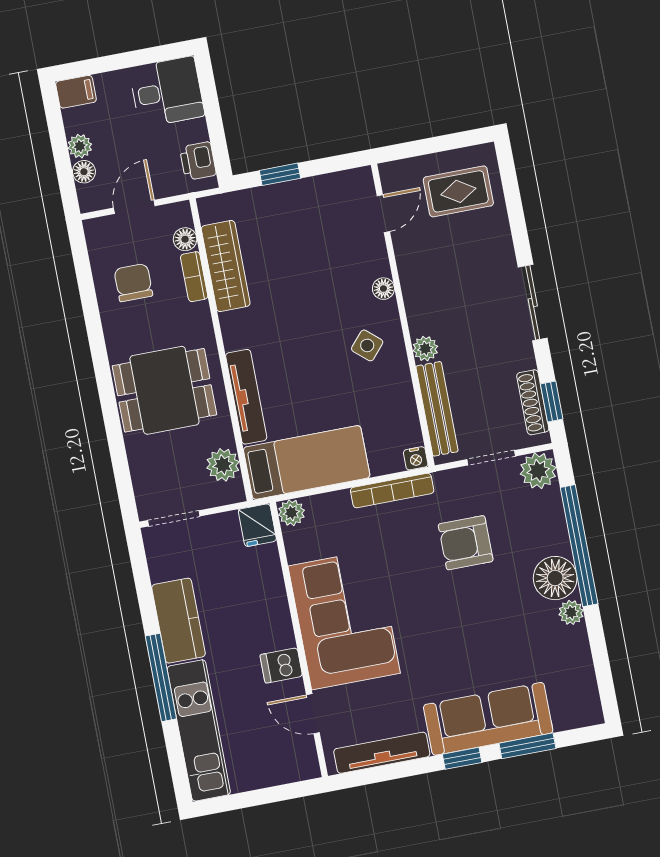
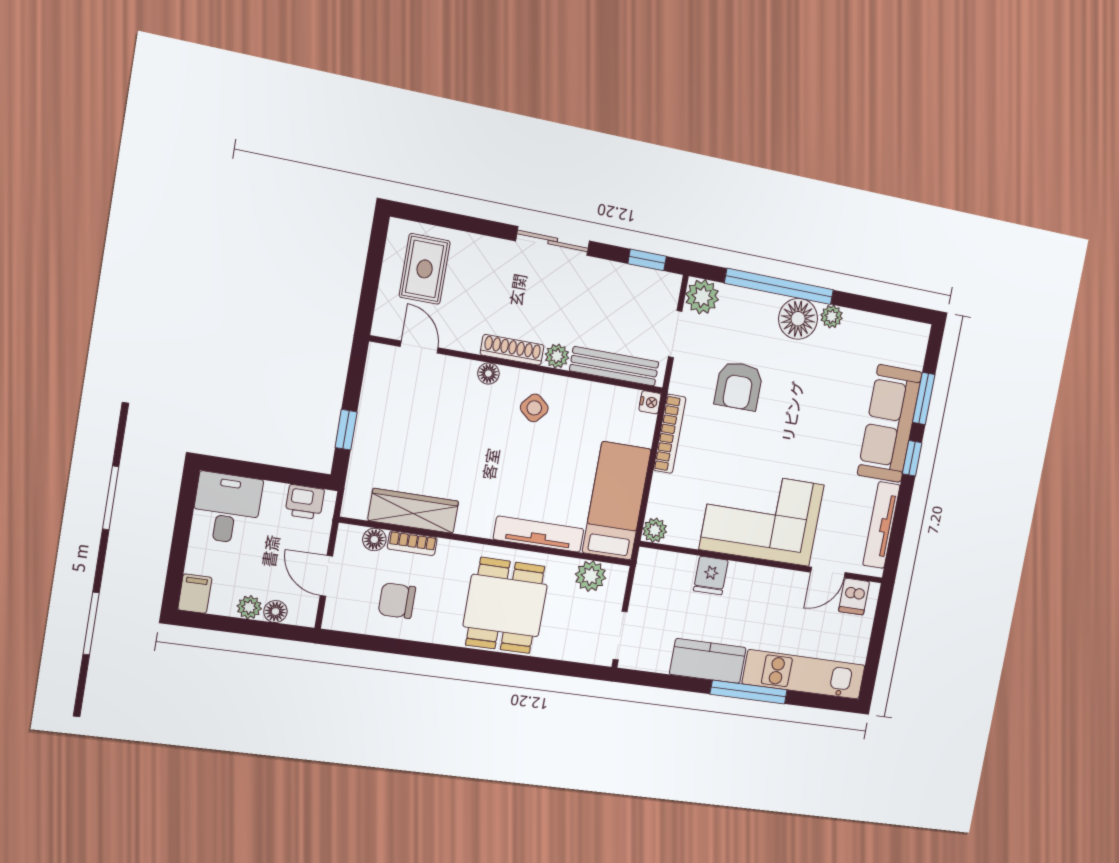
shoe rack: (533, 402) -> (512, 350), moved, turned 180
fridge: (257, 525) -> (711, 575), moved, turned 90
dishwasher: (281, 665) -> (854, 597), moved

